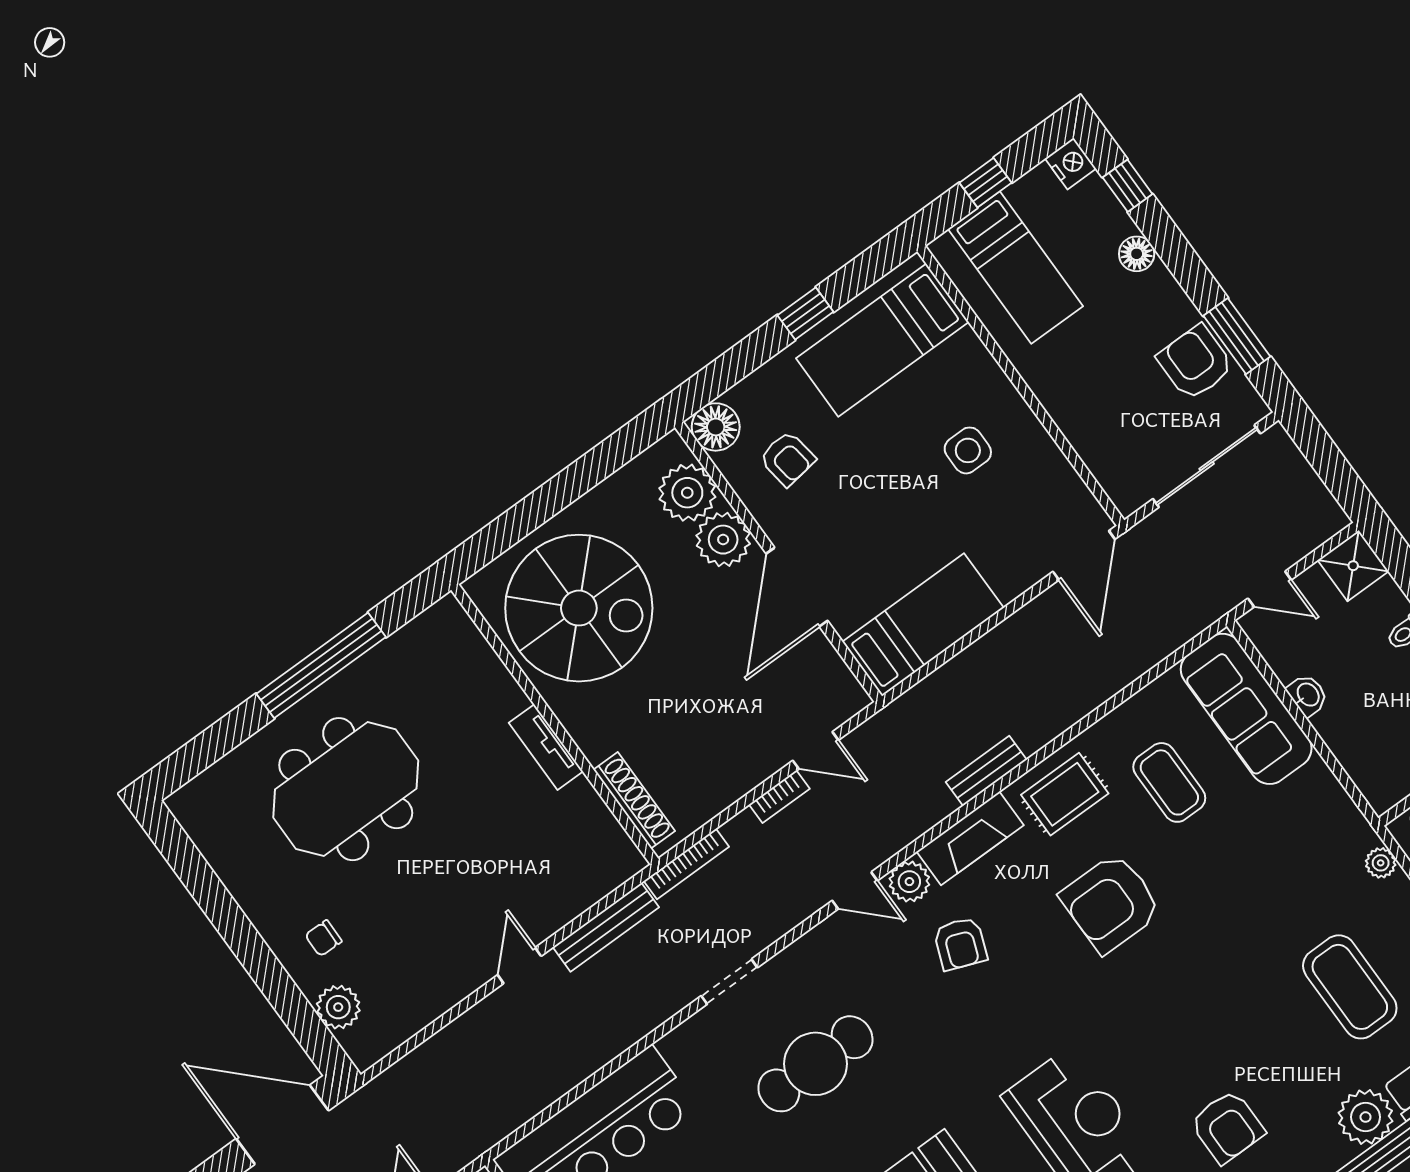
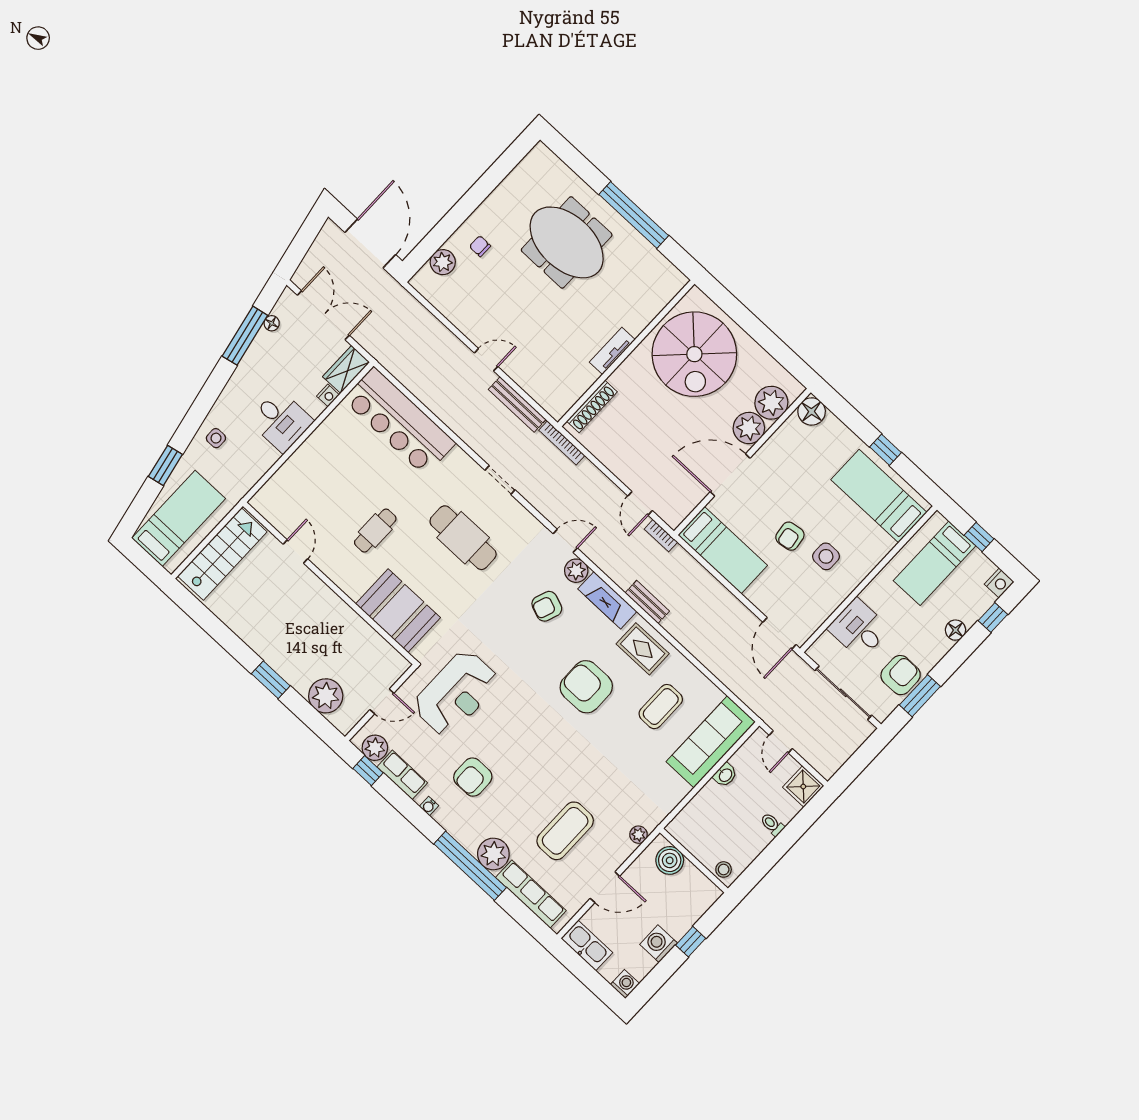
desk: (1102, 418) -> (859, 629), added
armchair: (787, 459) -> (790, 536), moved
door: (1084, 555) -> (779, 633), hinge flipped
bookcase: (779, 797) -> (661, 536), moved
door: (855, 891) -> (565, 541), swing flipped

